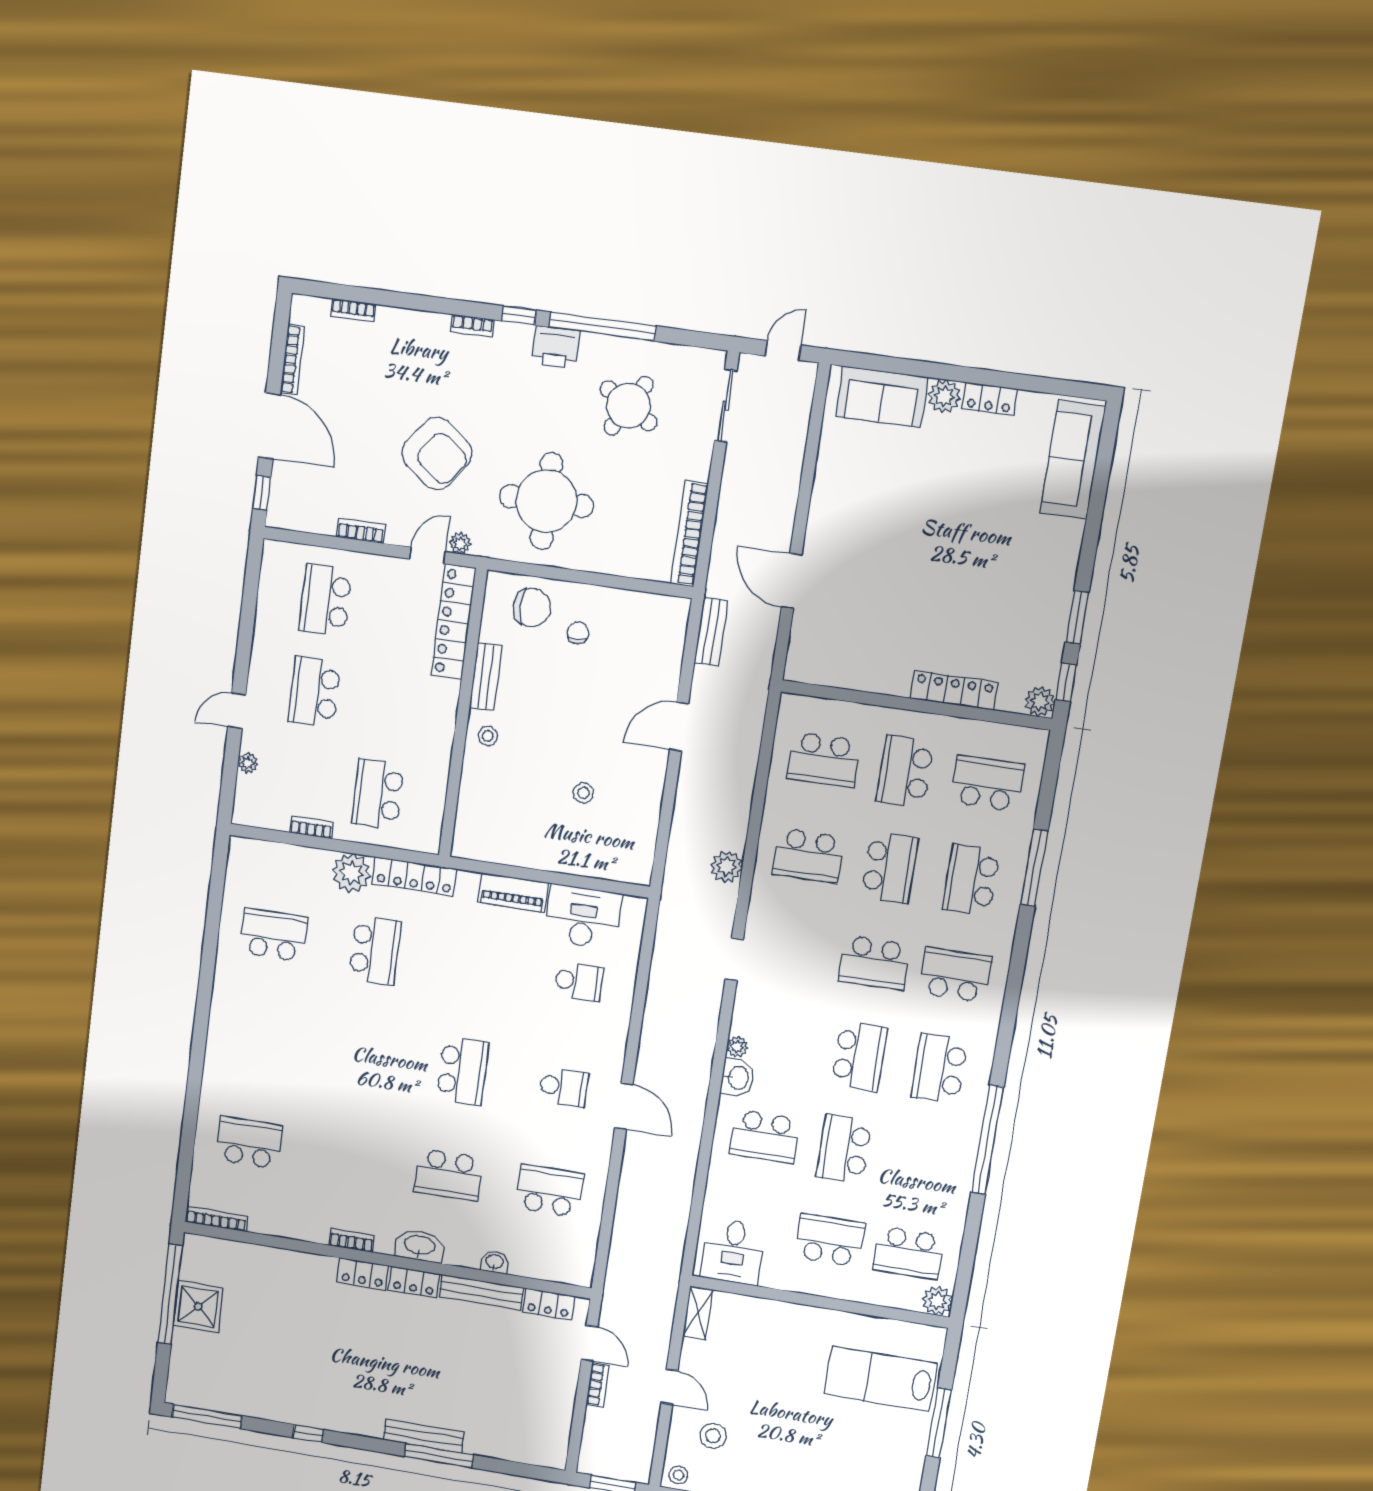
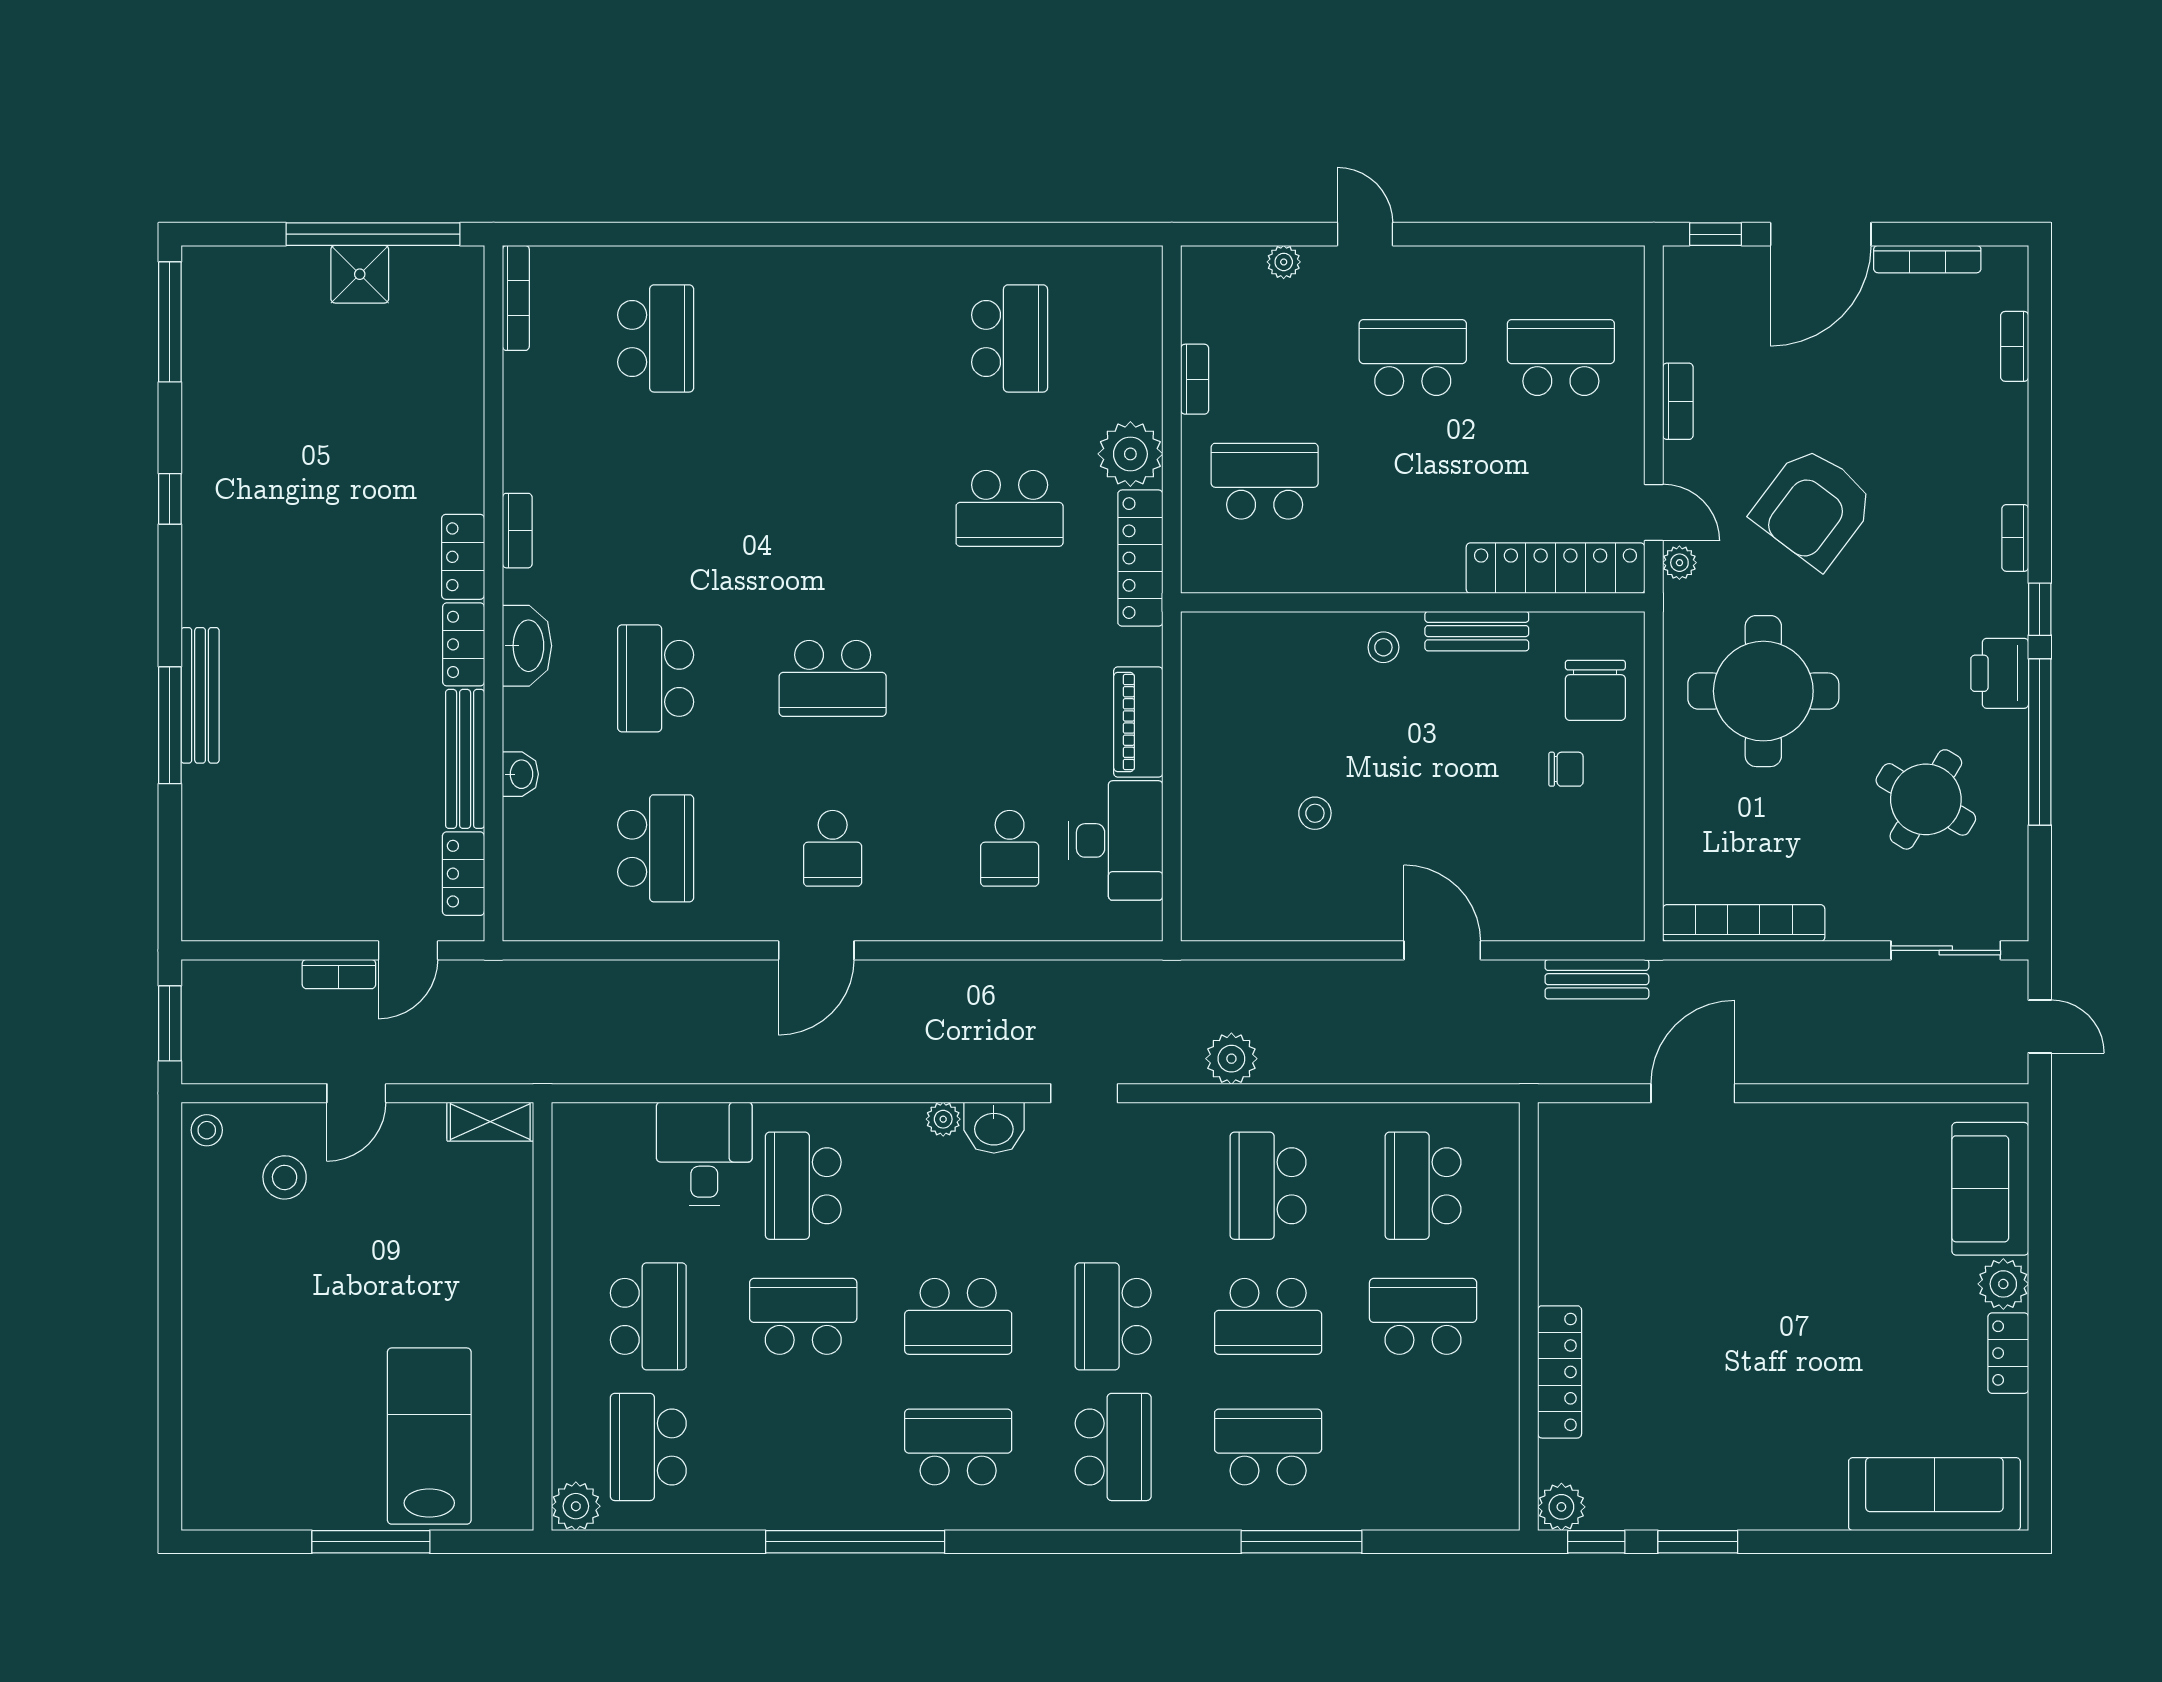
school desk: (987, 783) -> (1423, 1447), removed
washbasin: (738, 1078) -> (994, 1128), moved
desk: (733, 1252) -> (704, 1154), moved, turned 90
shower: (198, 1306) -> (360, 274), width x0.73, depth x0.73

